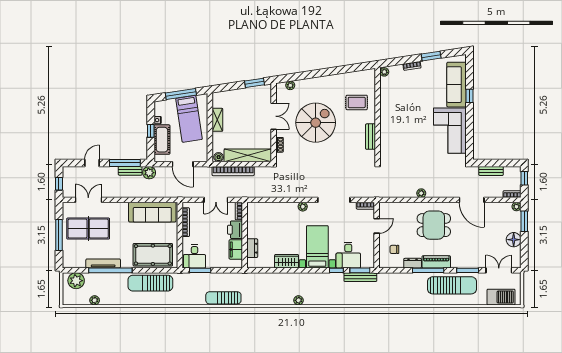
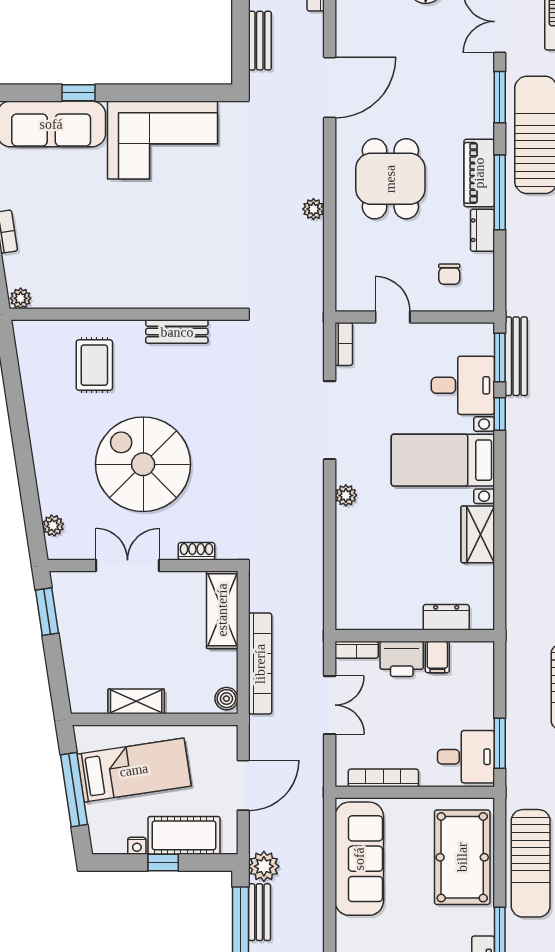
shelving: (248, 155) -> (222, 610), width x0.68
filing cabinet: (236, 249) -> (437, 657), width x0.50

